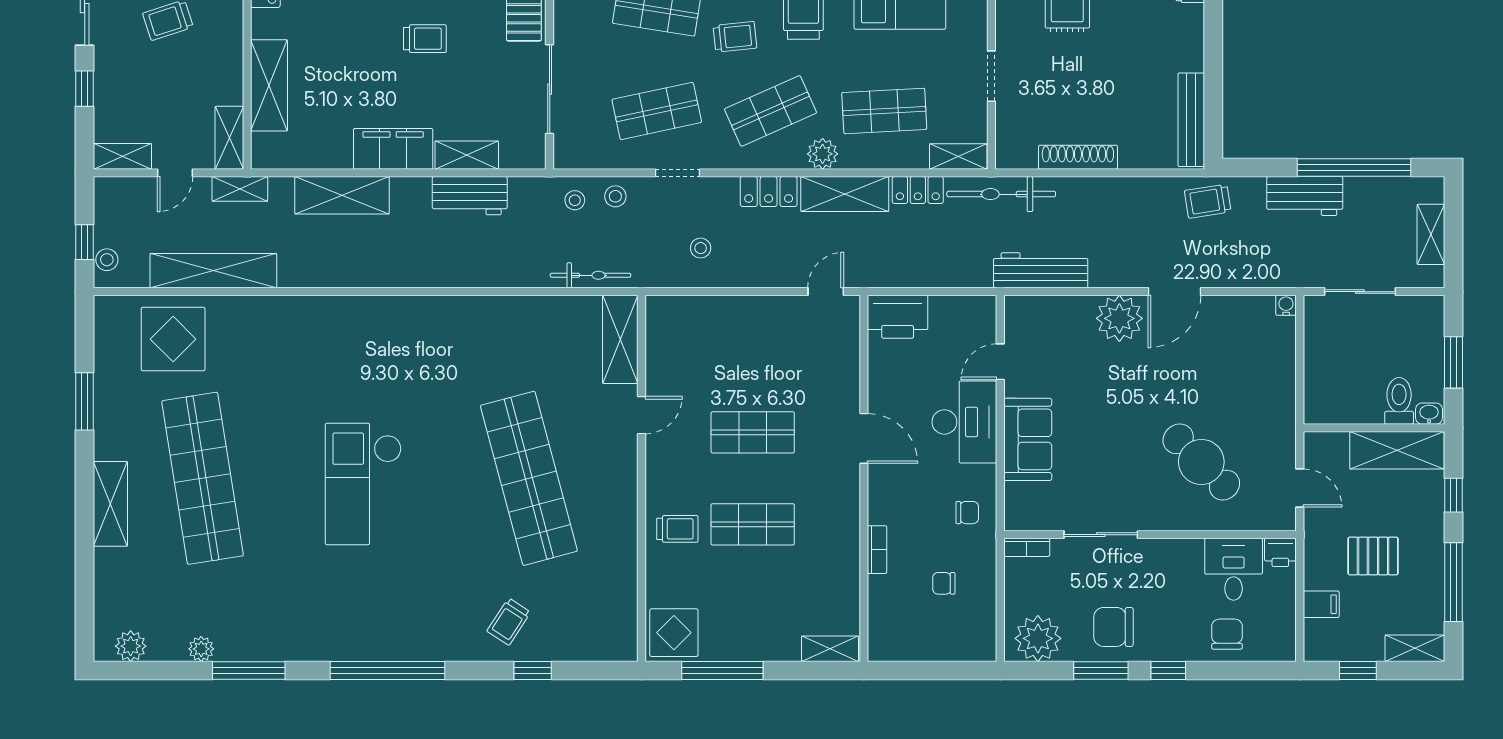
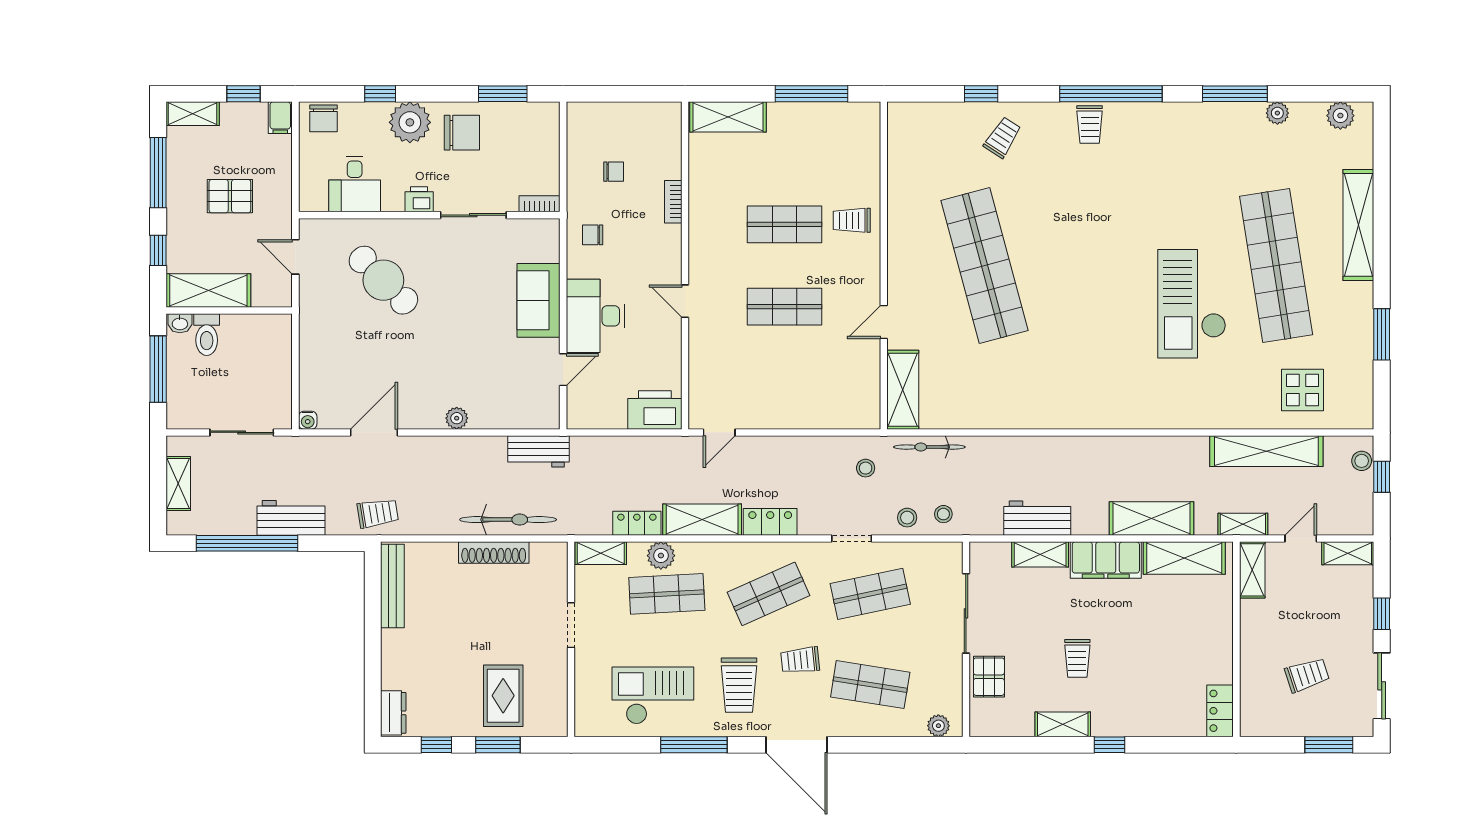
trolley: (425, 39) -> (1077, 658), turned -90
shelving: (269, 85) -> (1184, 558), moved, turned 90
plant: (823, 154) -> (661, 556), moved
bicycle: (1001, 194) -> (508, 520), moved
stool: (701, 248) -> (866, 468), moved
workbench: (1041, 270) -> (538, 451), width x0.73
door: (1174, 292) -> (374, 432), moved
plant: (1119, 318) -> (457, 418), width x0.53, depth x0.53
display table: (173, 339) -> (1302, 390), width x0.73, depth x0.73
window: (1453, 362) -> (158, 369), width x1.44
door: (864, 438) -> (685, 301), width x0.73
checkout: (363, 484) -> (1192, 304), moved, turned 180
shelving: (110, 504) -> (1358, 225), width x1.47
printer: (1280, 552) -> (419, 199), moved
filing cabinet: (1321, 604) -> (280, 118), moved, turned -90
display table: (674, 633) -> (855, 128), removed
chair: (1227, 634) -> (324, 118), moved
trolley: (411, 636) -> (1090, 125), added
plant: (1038, 638) -> (410, 122), moved
shelving: (830, 649) -> (728, 117), width x1.50, depth x1.33
window: (1101, 670) -> (503, 94), moved
window: (1168, 670) -> (380, 94), moved

